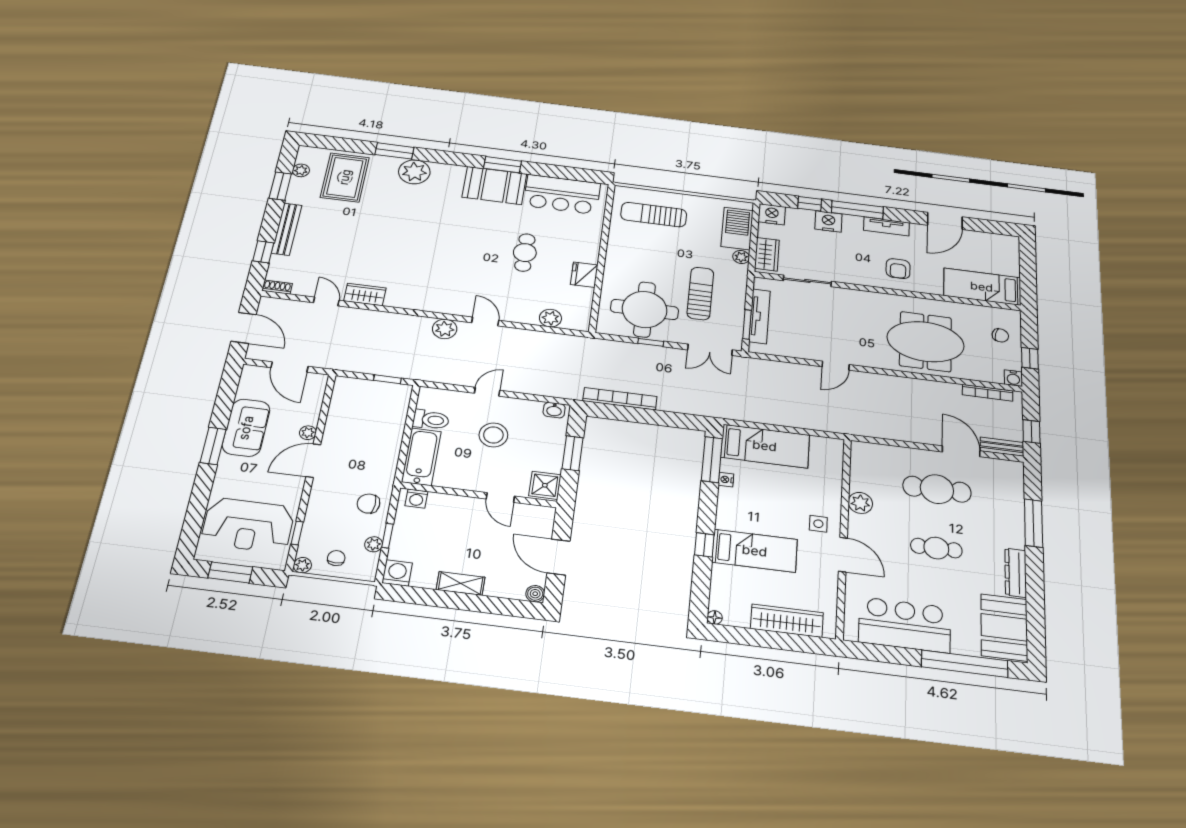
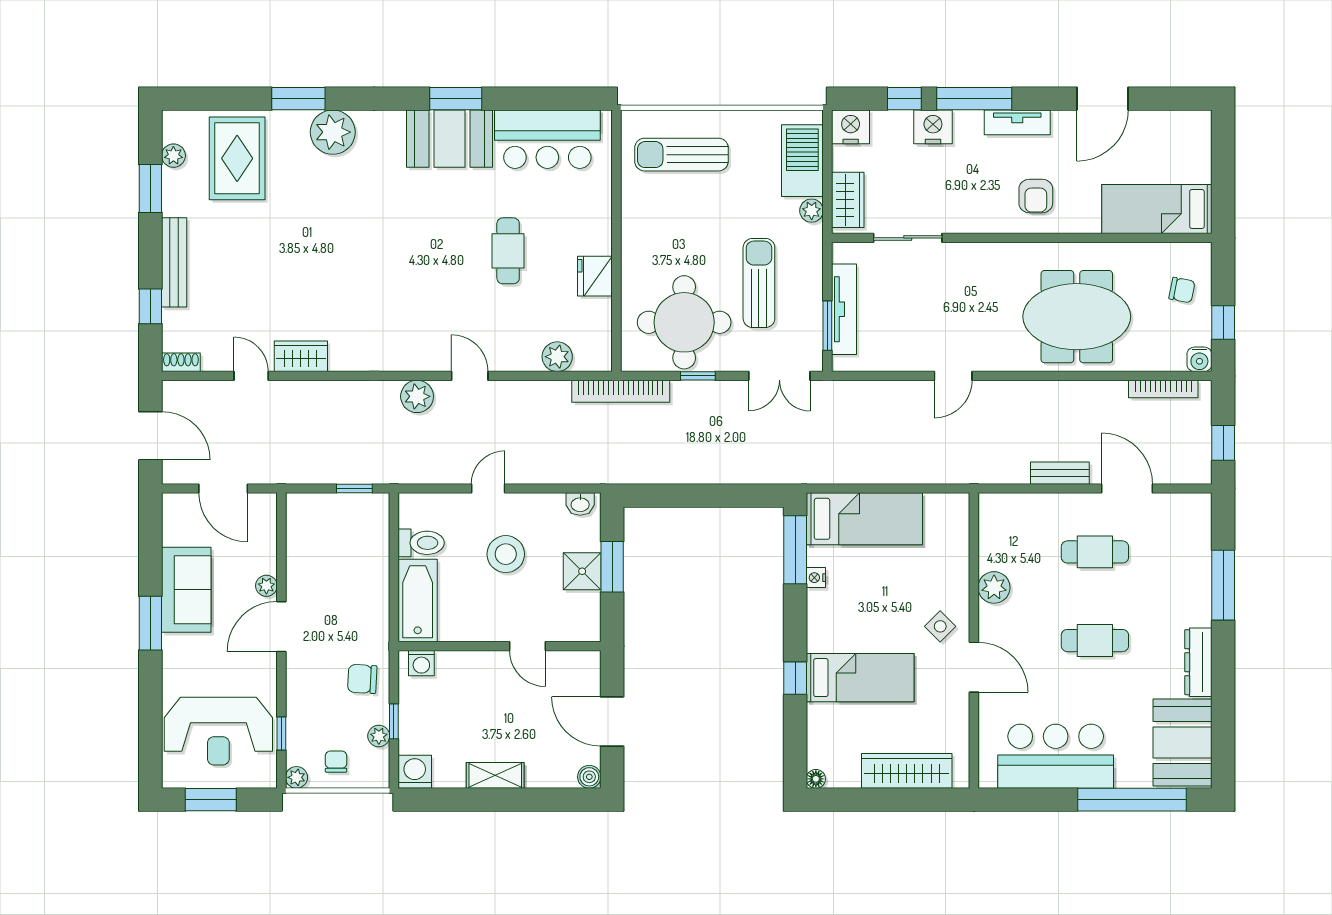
bookcase: (620, 399) -> (621, 391), moved, turned 180
bench: (1002, 447) -> (1060, 473), moved
shower: (545, 485) -> (582, 571), moved
cafe table: (937, 489) -> (1095, 552), width x0.73, depth x0.74
side table: (818, 524) -> (940, 626), turned 45

